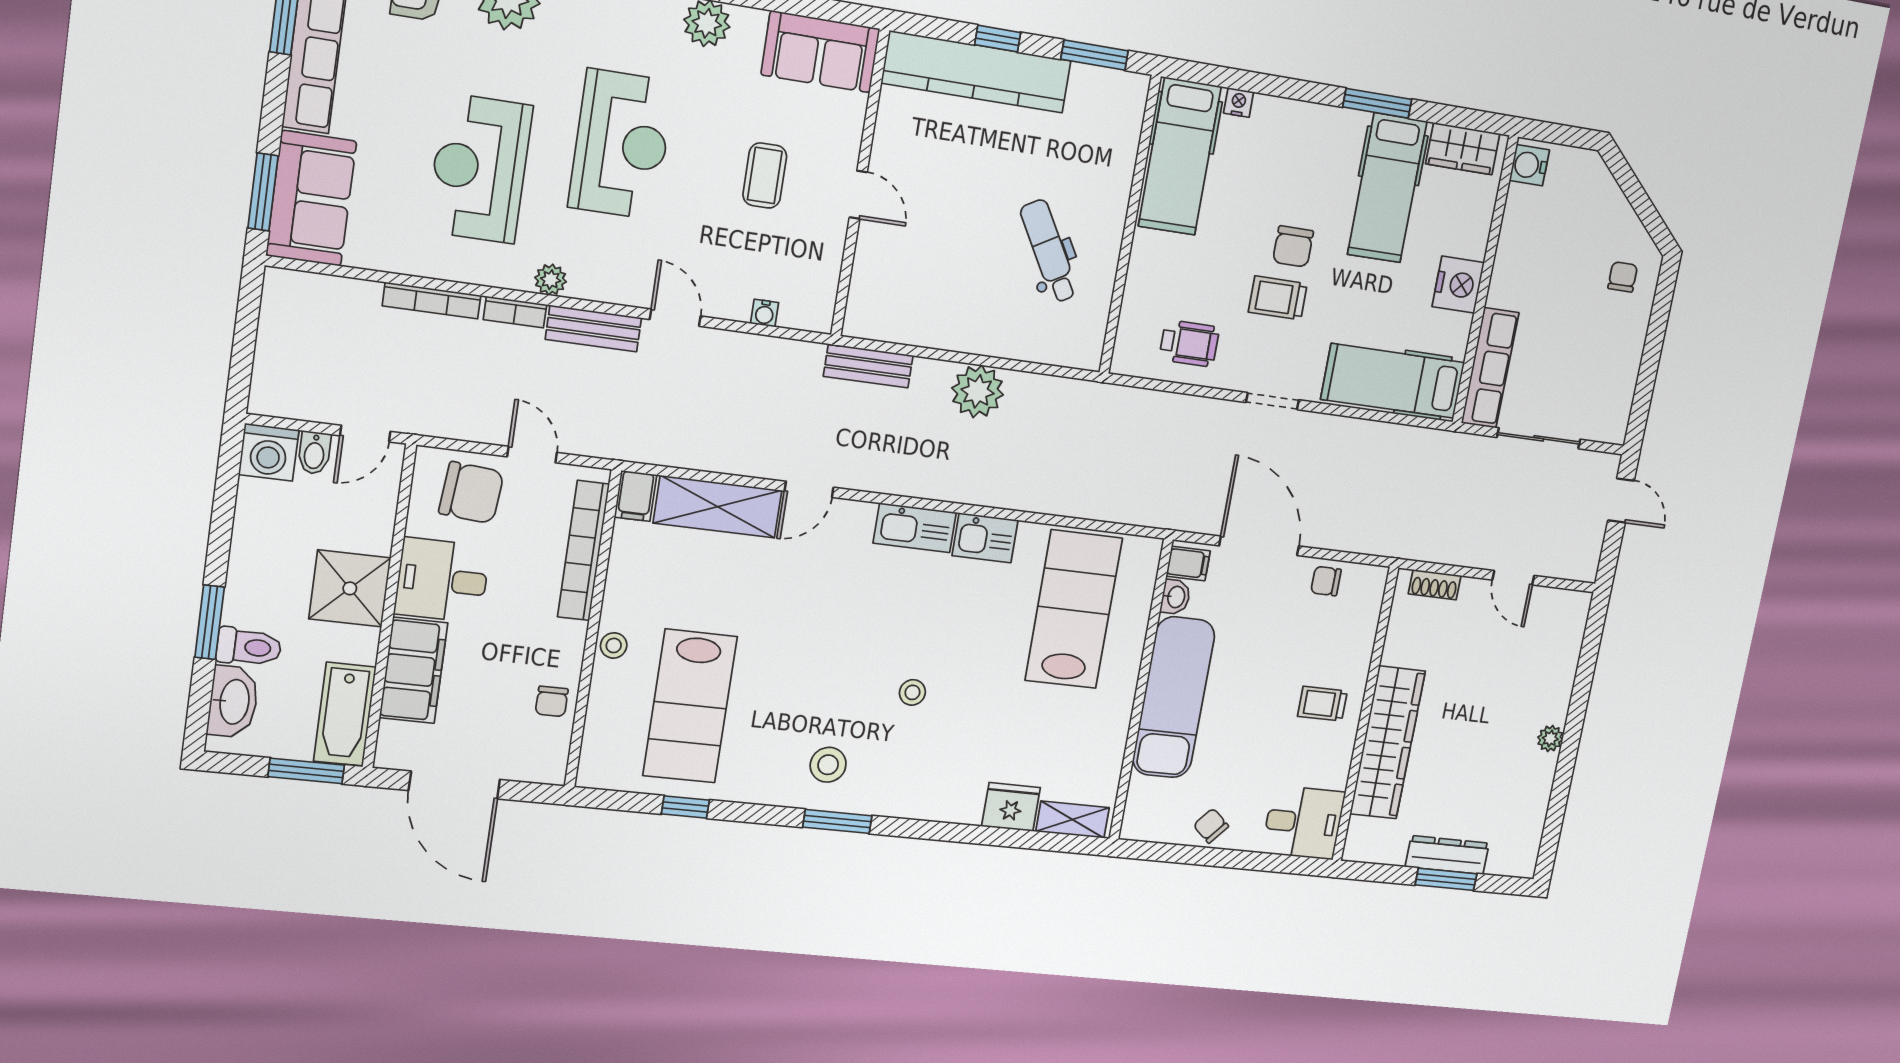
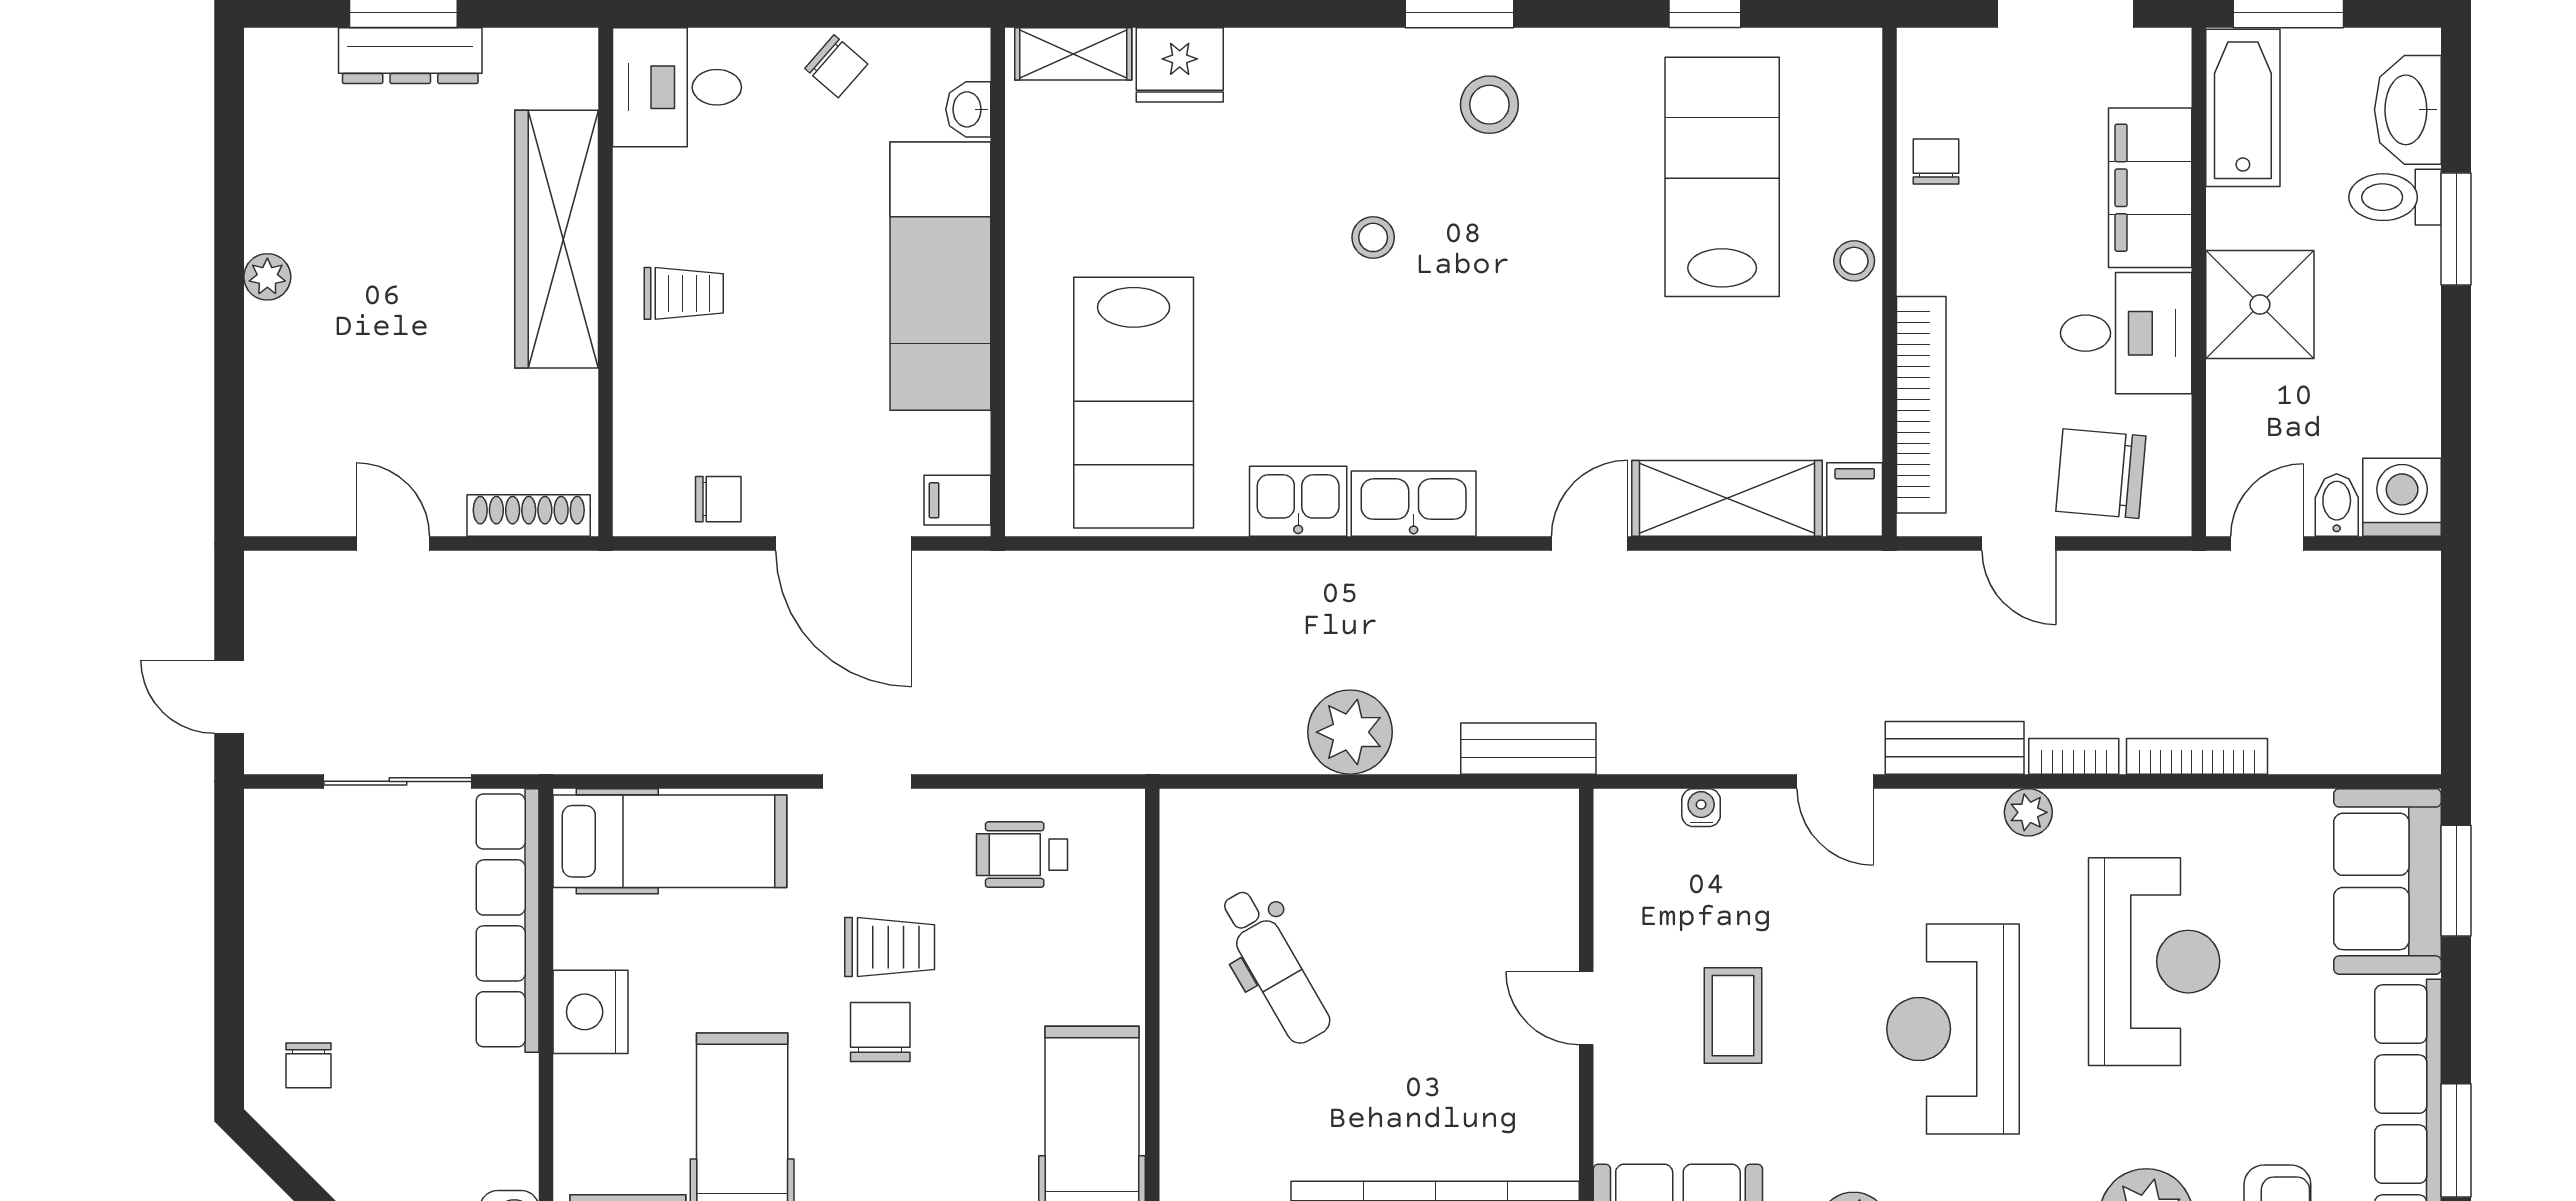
row of seats: (1490, 368) -> (508, 920), width x1.36
shoe rack: (1435, 585) -> (529, 516), width x1.43
washbasin: (1175, 597) -> (968, 109), moved

